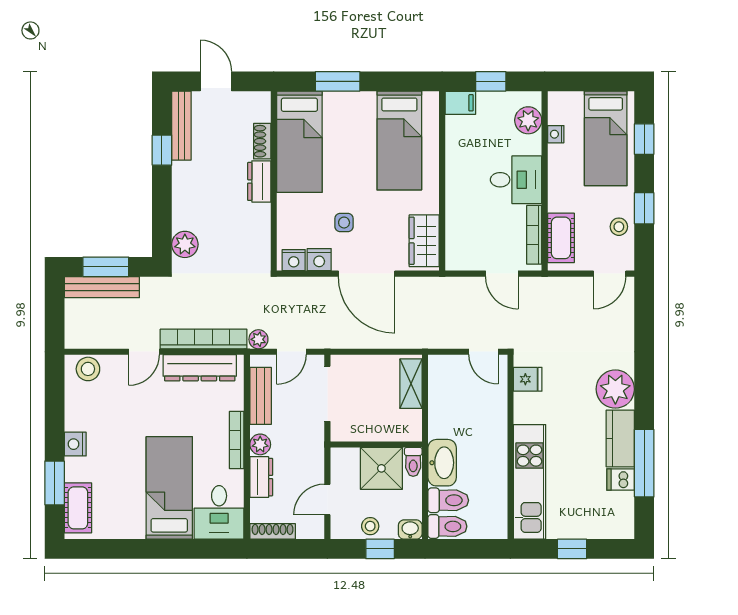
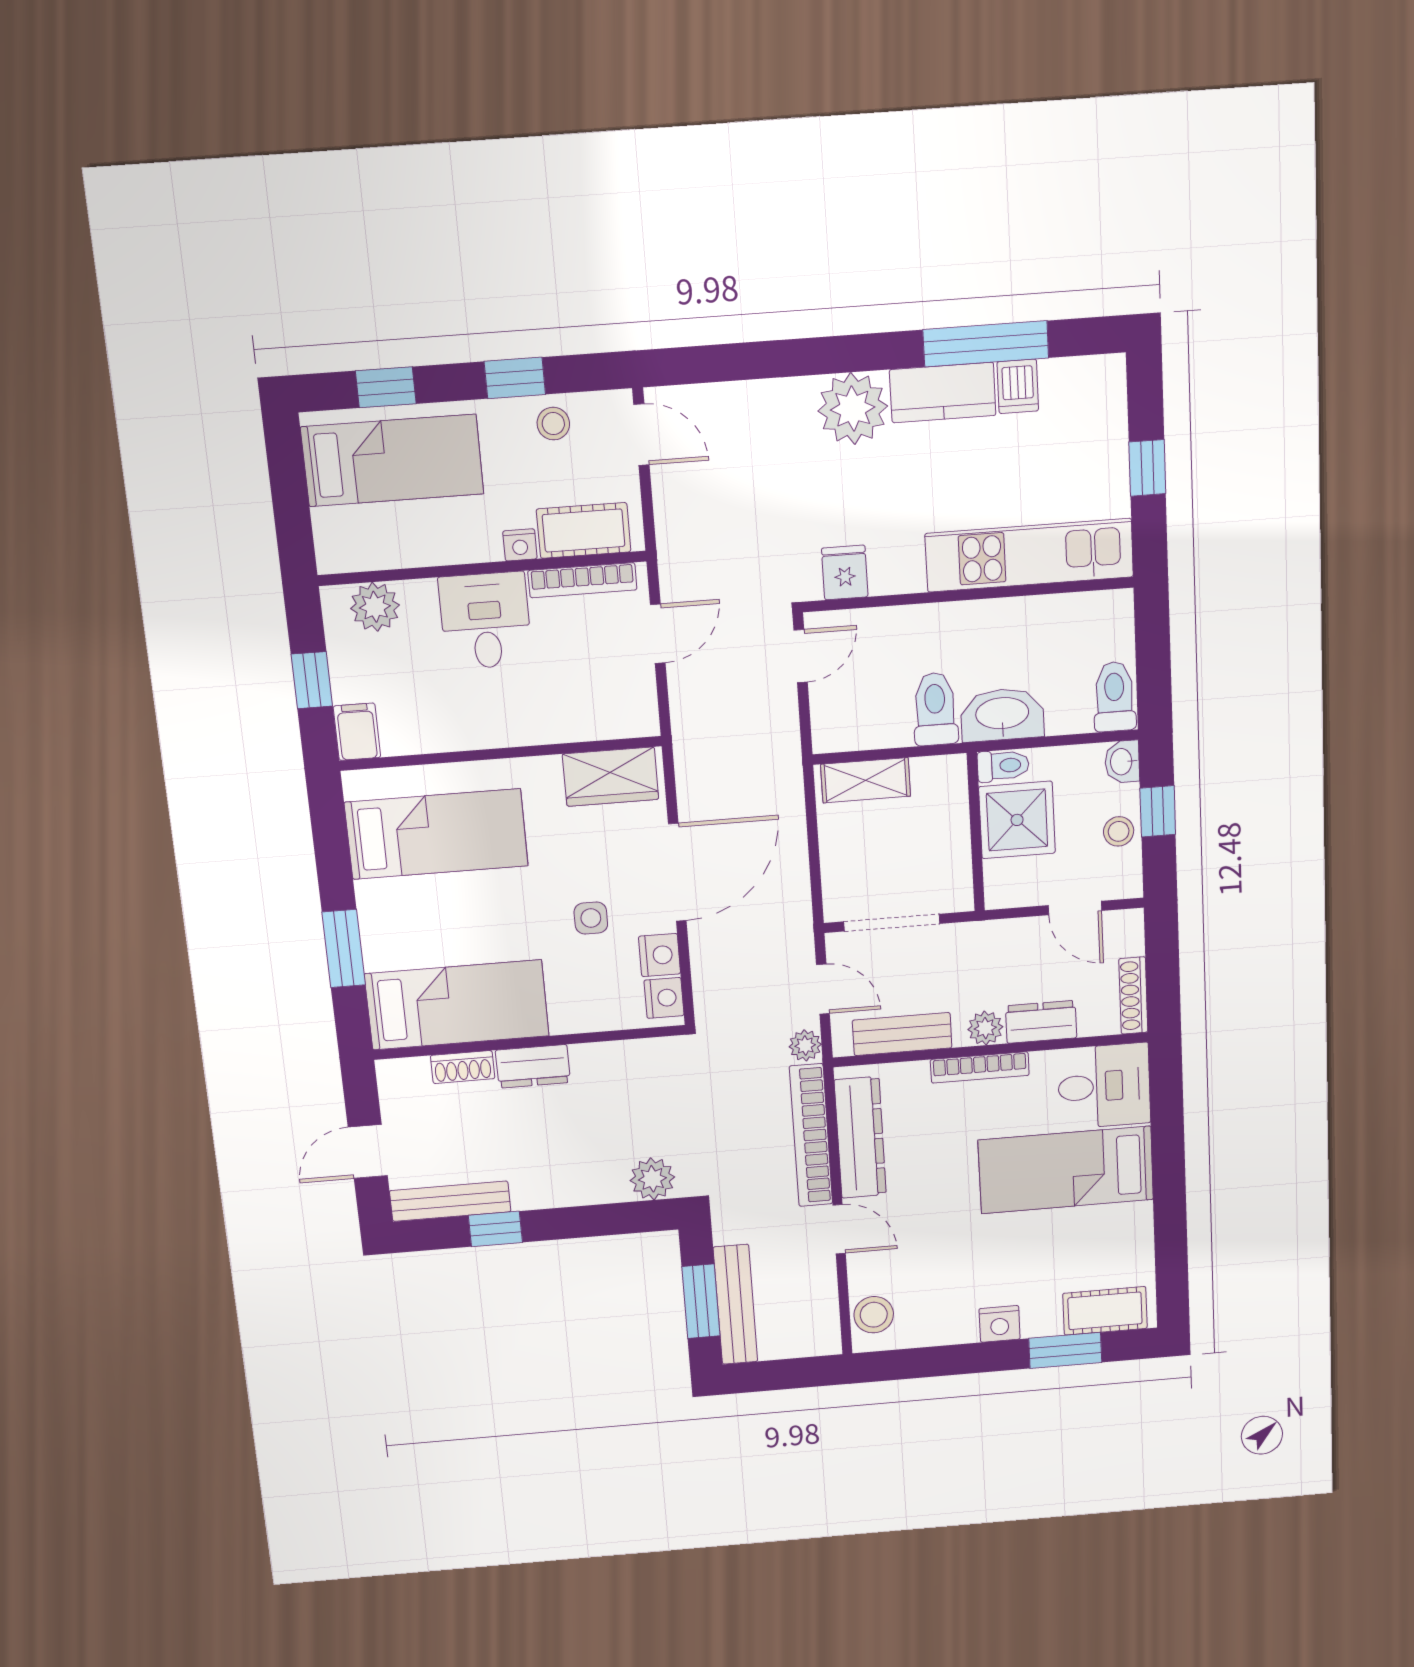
nightstand: (556, 134) -> (520, 545), moved
toilet: (448, 500) -> (935, 709), moved

